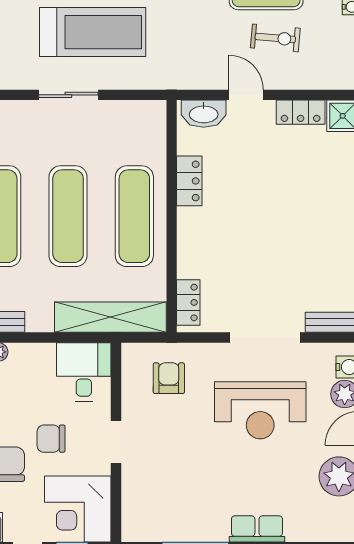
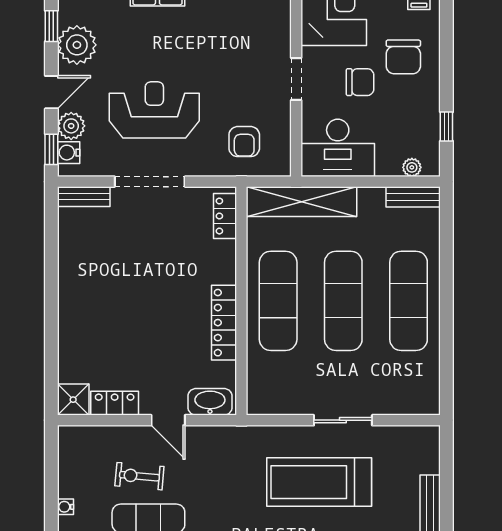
locker: (189, 181) -> (224, 323), width x1.53
desk: (84, 372) -> (338, 148), width x1.37

